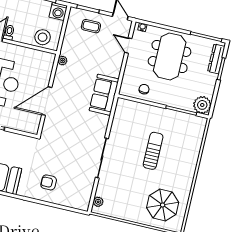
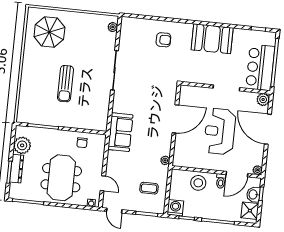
coffee table: (91, 26) -> (149, 188), moved
stool: (43, 37) -> (198, 183), moved
dresser: (216, 59) -> (17, 169), moved
plant: (202, 105) -> (22, 145), moved

